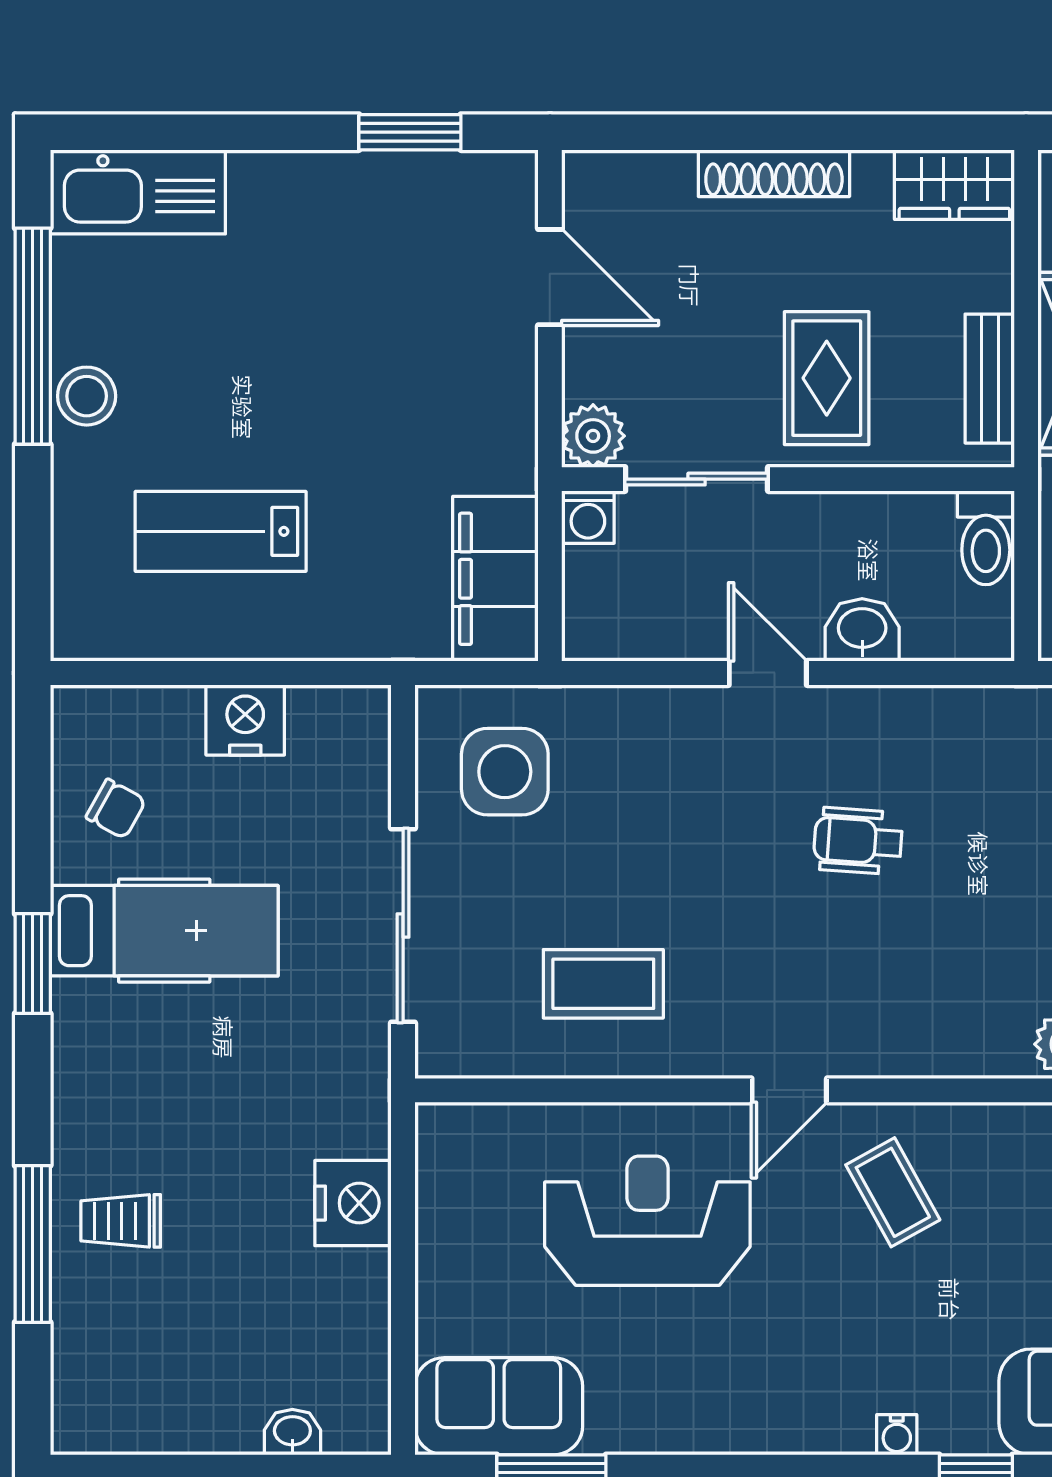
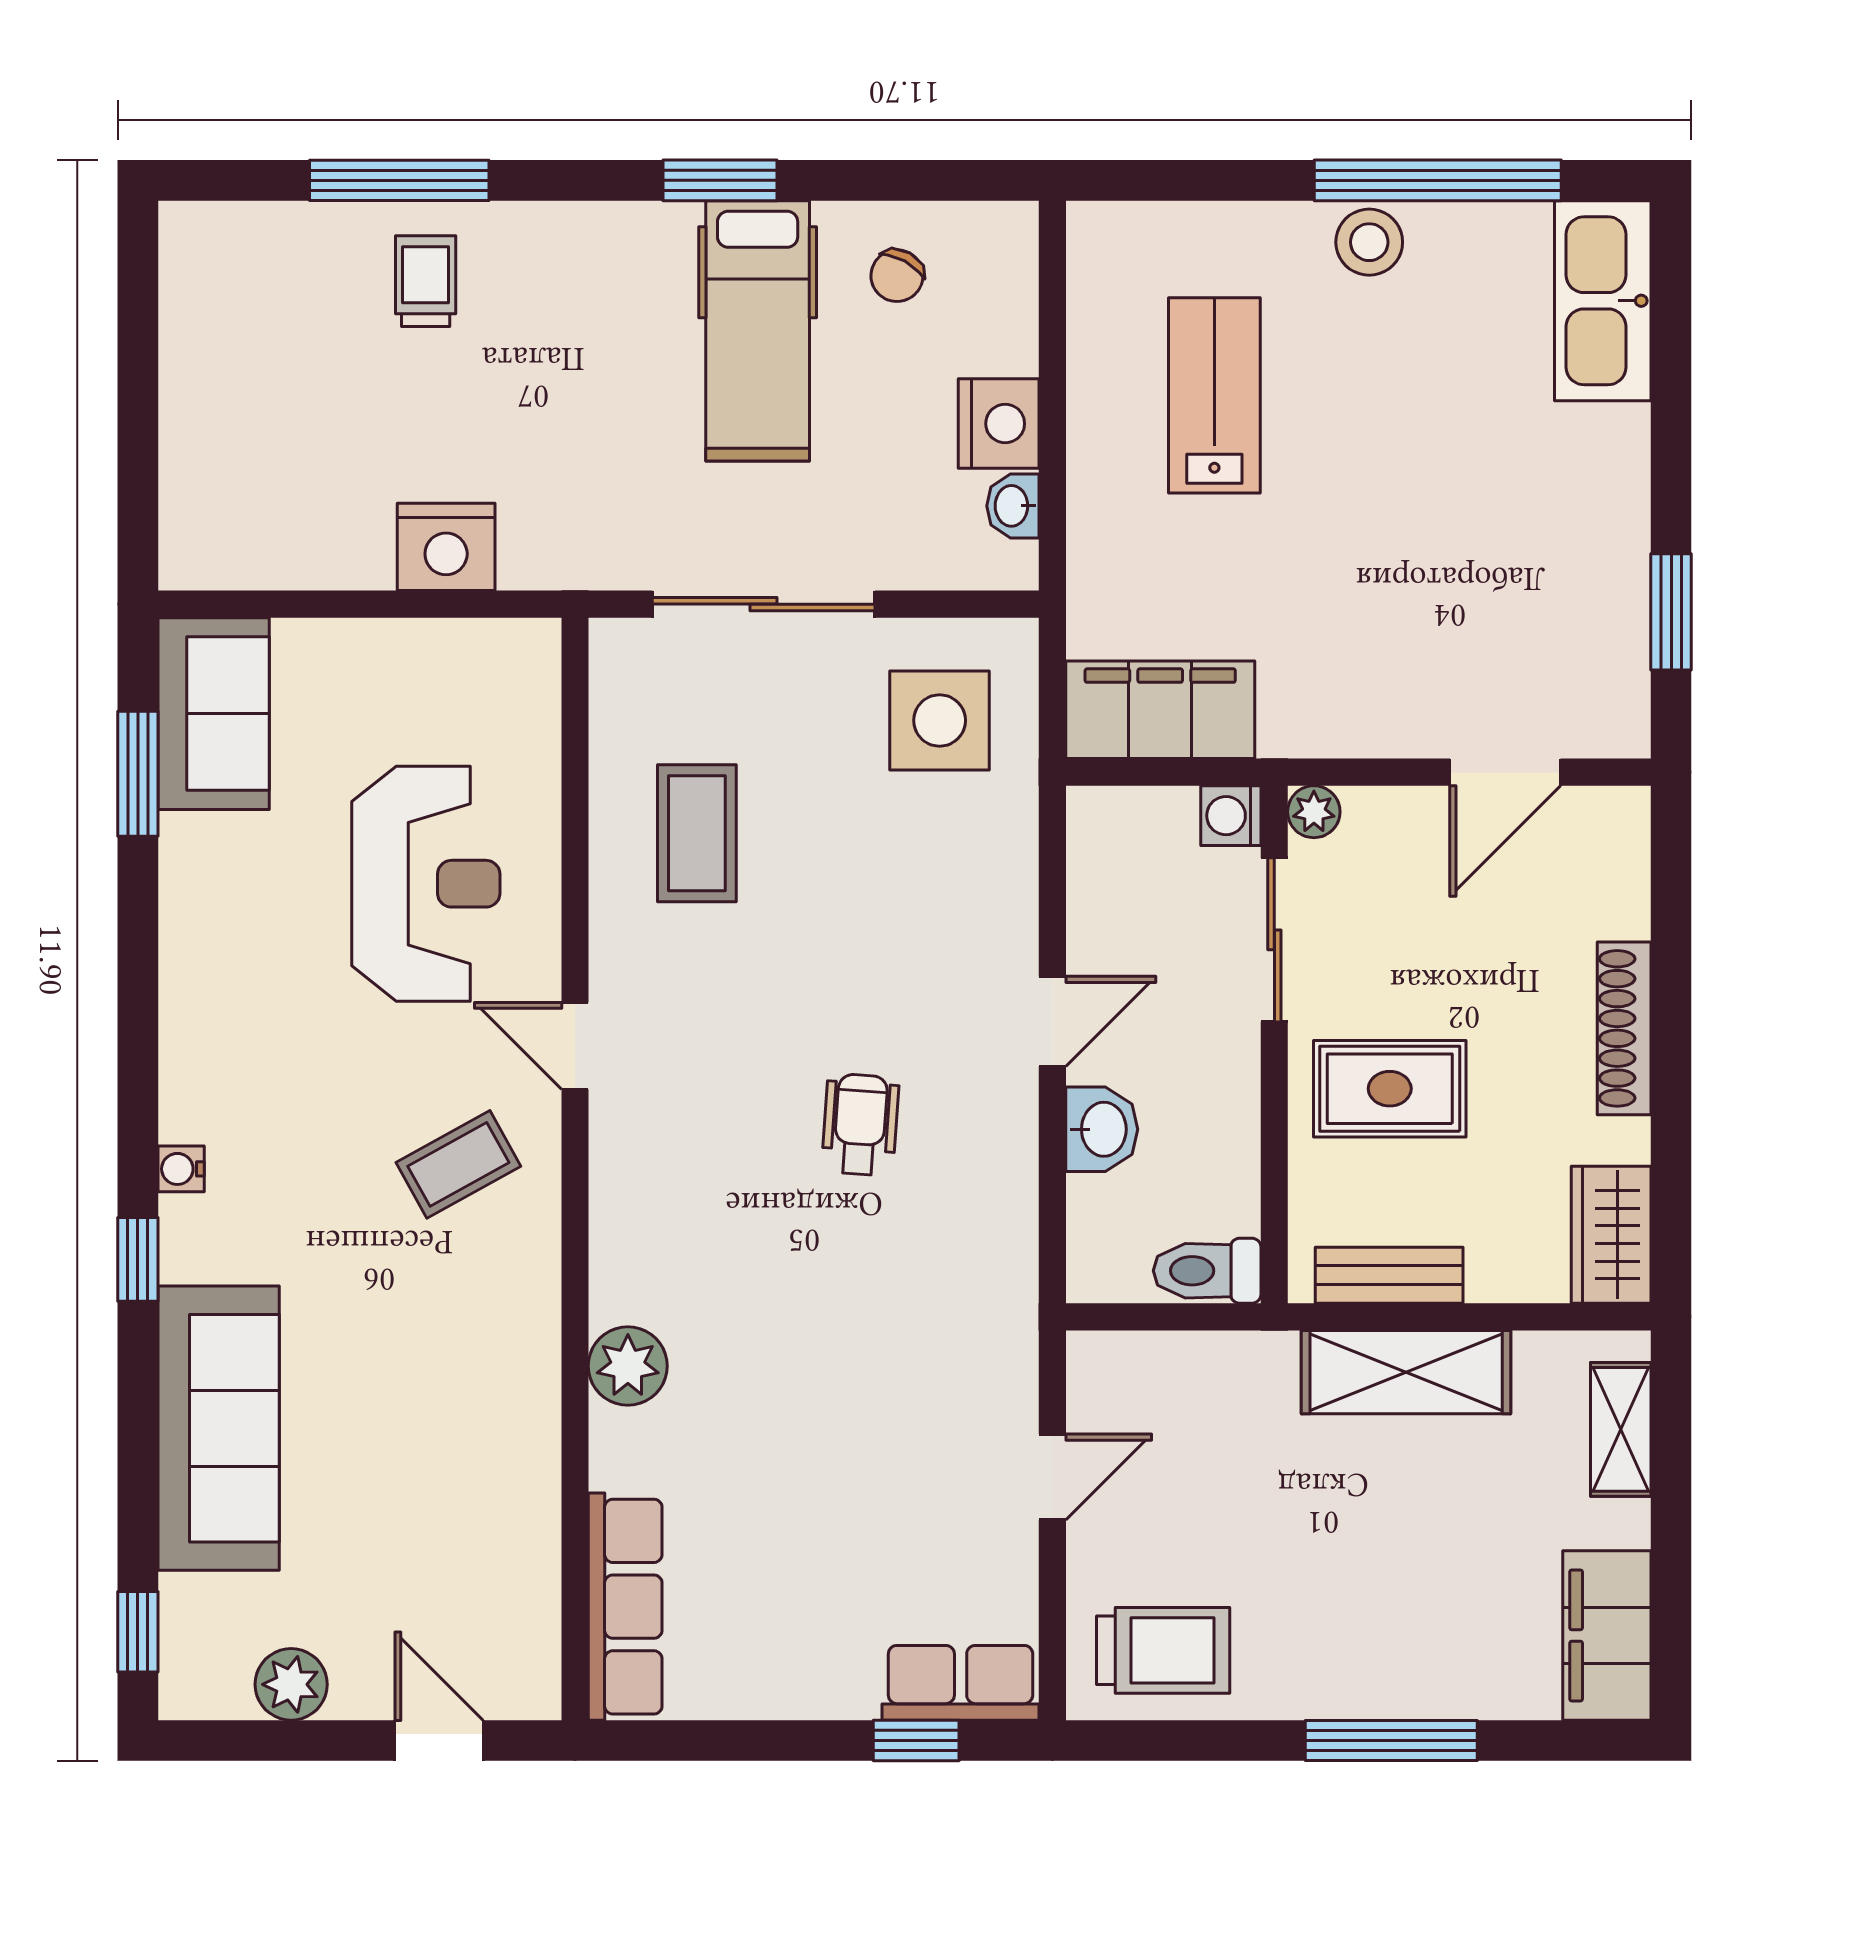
plant: (593, 436) -> (1314, 812), width x0.73, depth x0.73
washbasin: (292, 1432) -> (1013, 506), moved, turned 180

